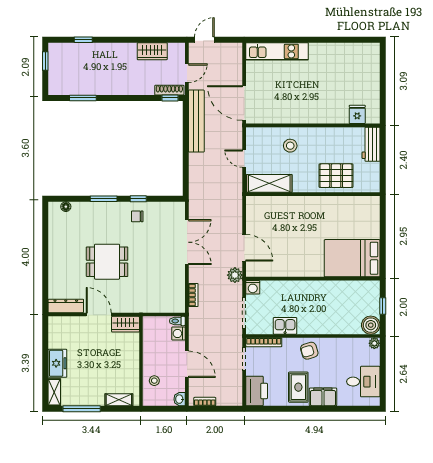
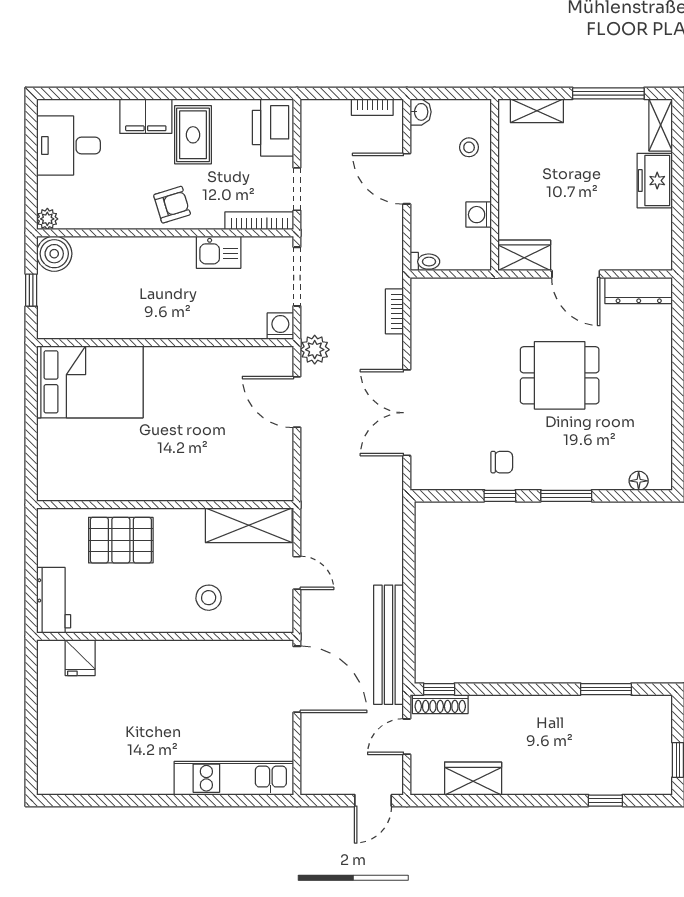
washing machine: (178, 334) -> (479, 215), moved, turned 180

